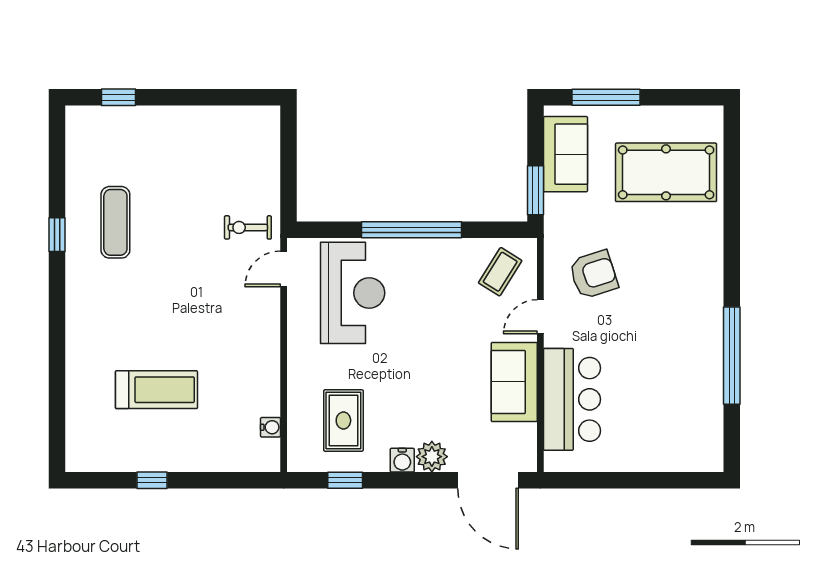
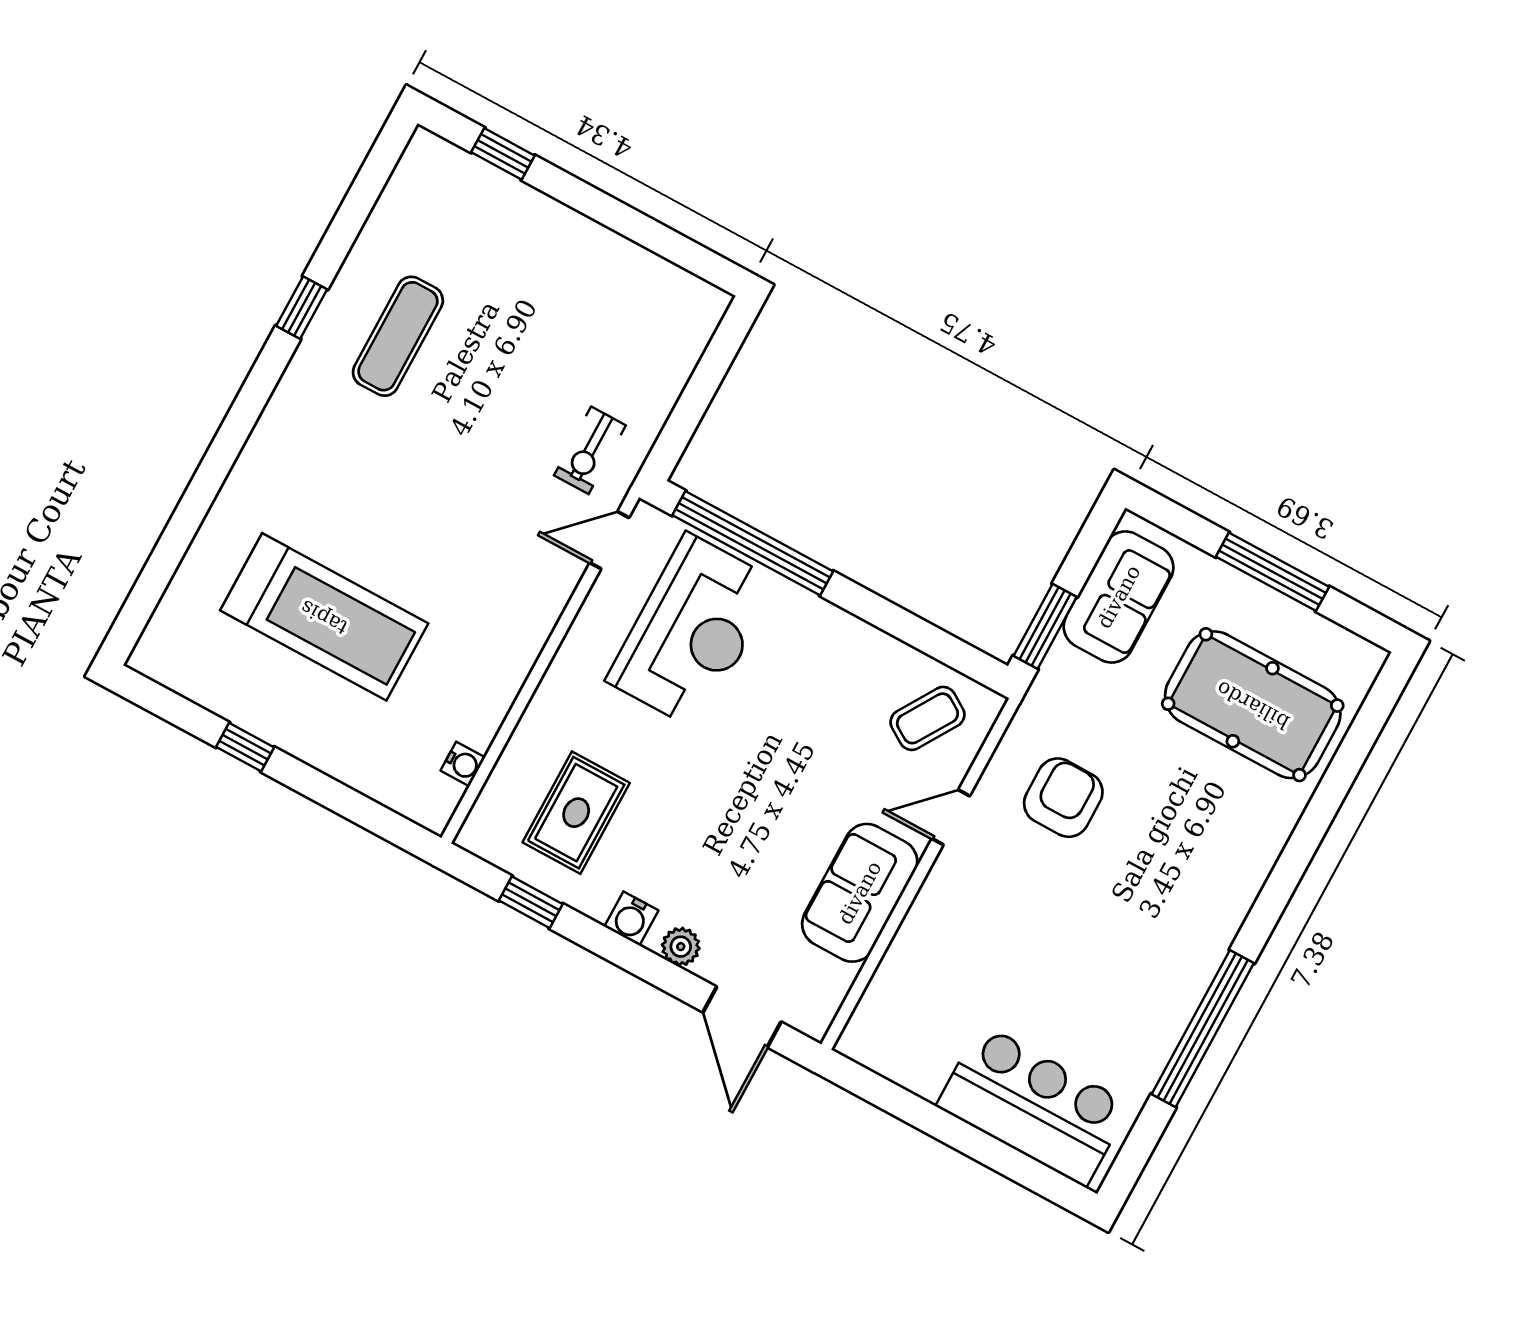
window: (606, 97) -> (1272, 572), moved
exercise bike: (248, 227) -> (590, 450), turned -90
window: (412, 230) -> (753, 543), moved
armchair: (594, 275) -> (1063, 798), turned -72
treadmill: (156, 390) -> (324, 617), width x1.37, depth x1.38
bar counter: (572, 399) -> (1033, 1105), moved, turned -90
plant: (432, 457) -> (681, 947), width x0.73, depth x0.73
door: (488, 480) -> (742, 1017), width x0.73

